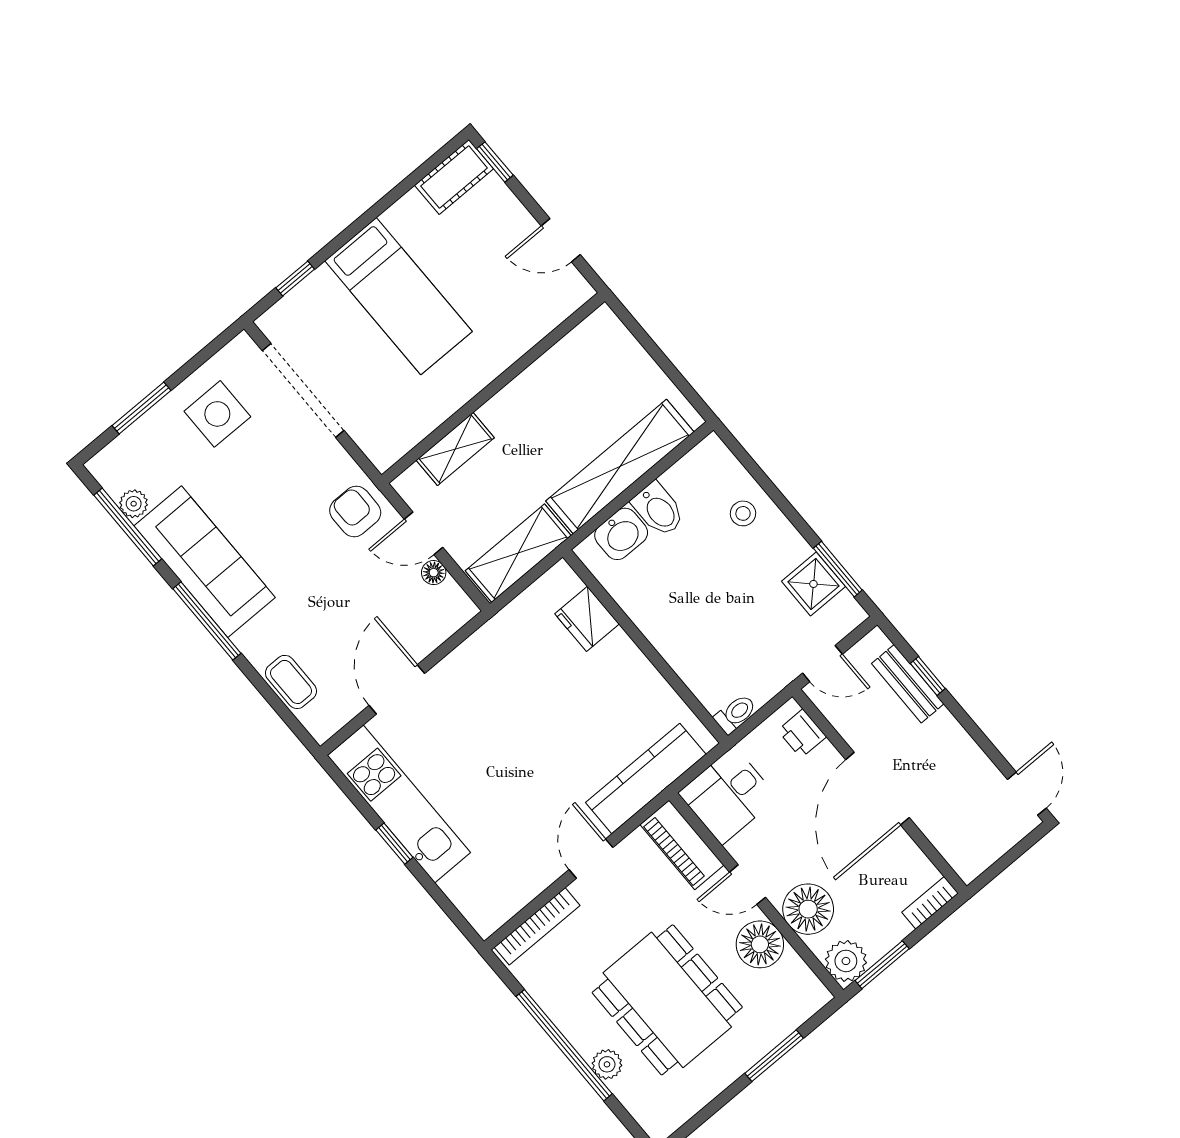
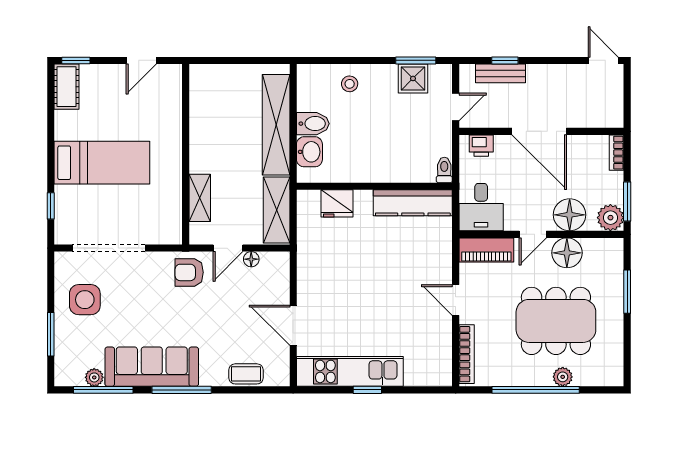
kitchen counter: (646, 778) -> (413, 203), moved, turned -90

